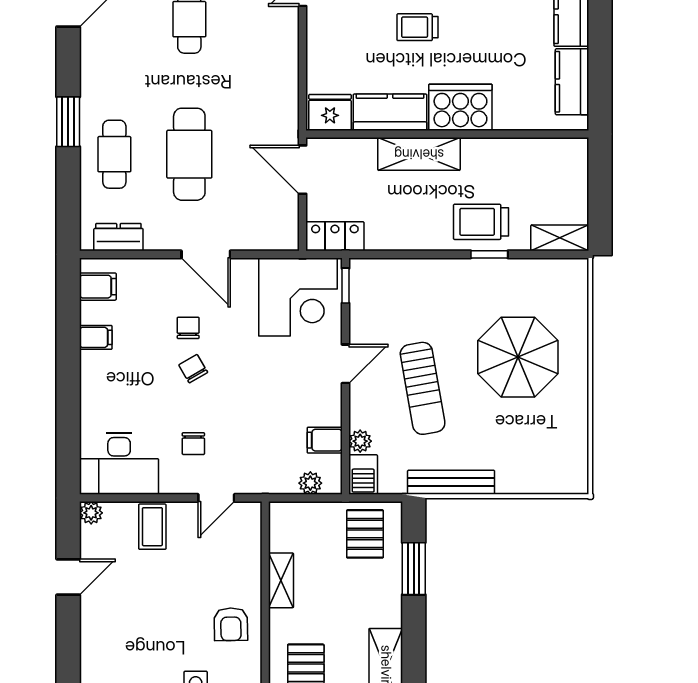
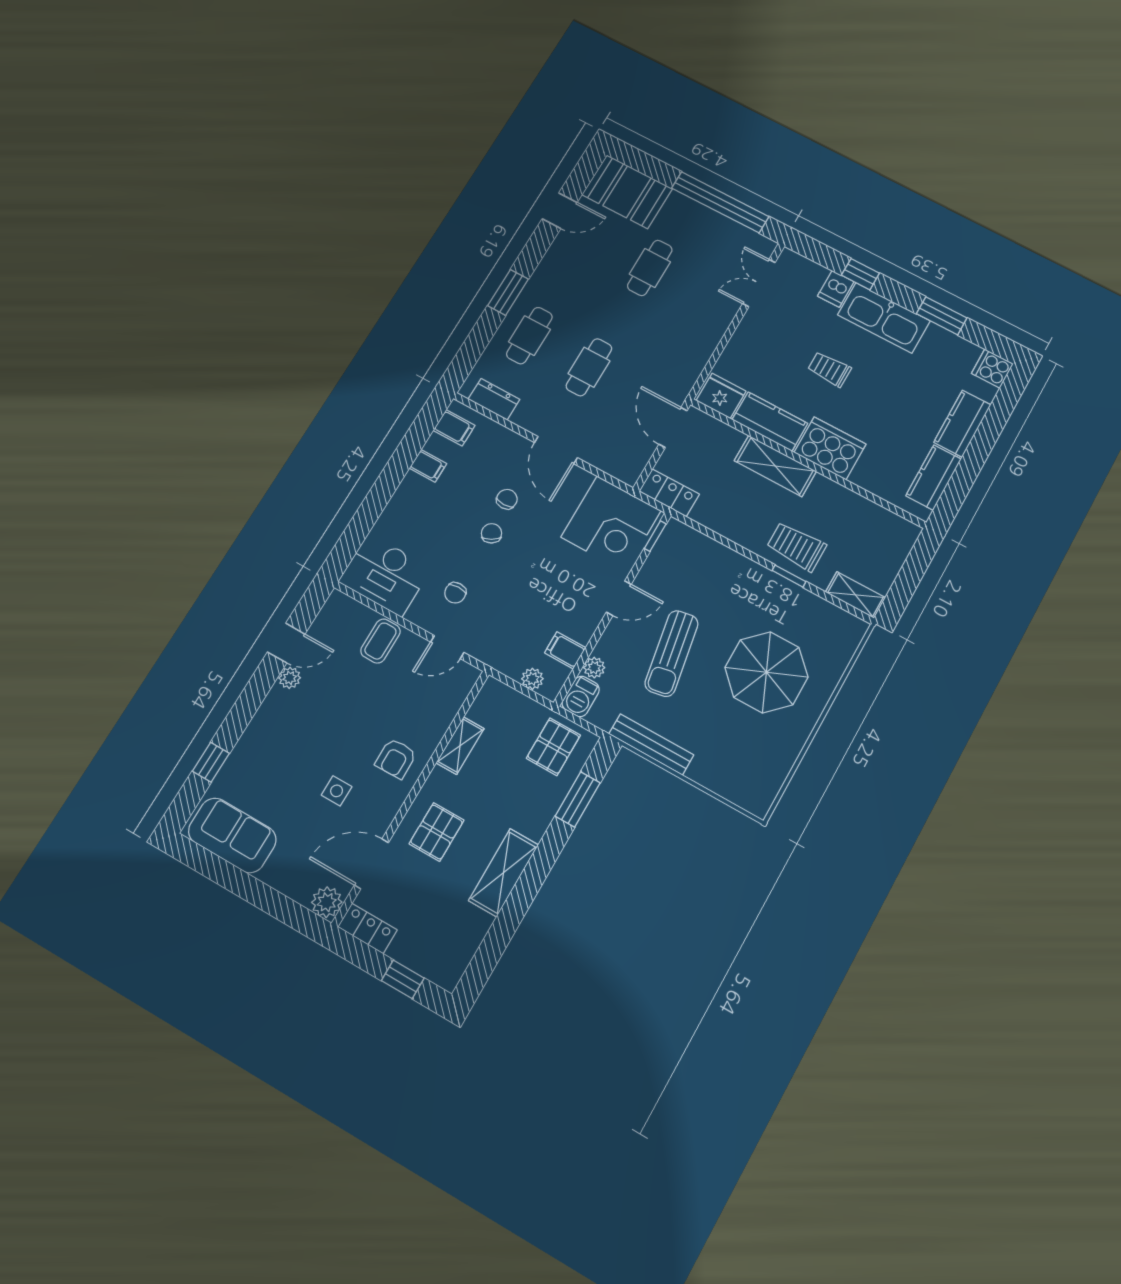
cafe table: (189, 154) -> (589, 367), width x0.73, depth x0.74
plant: (91, 513) -> (290, 678), moved

